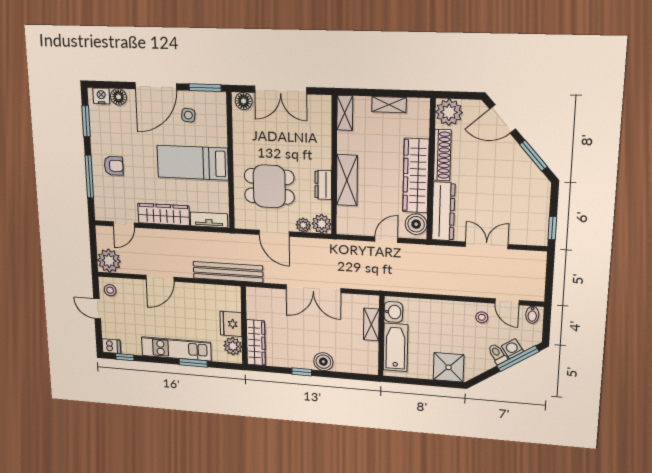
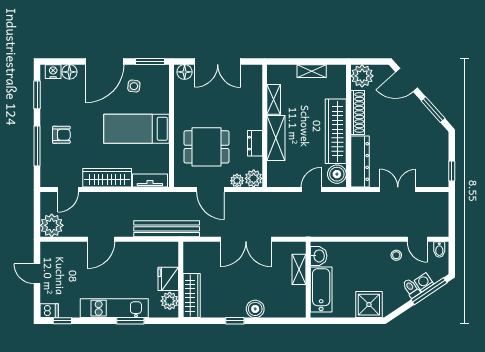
shelving: (345, 113) -> (274, 99), moved
stool: (110, 290) -> (51, 254), removed

